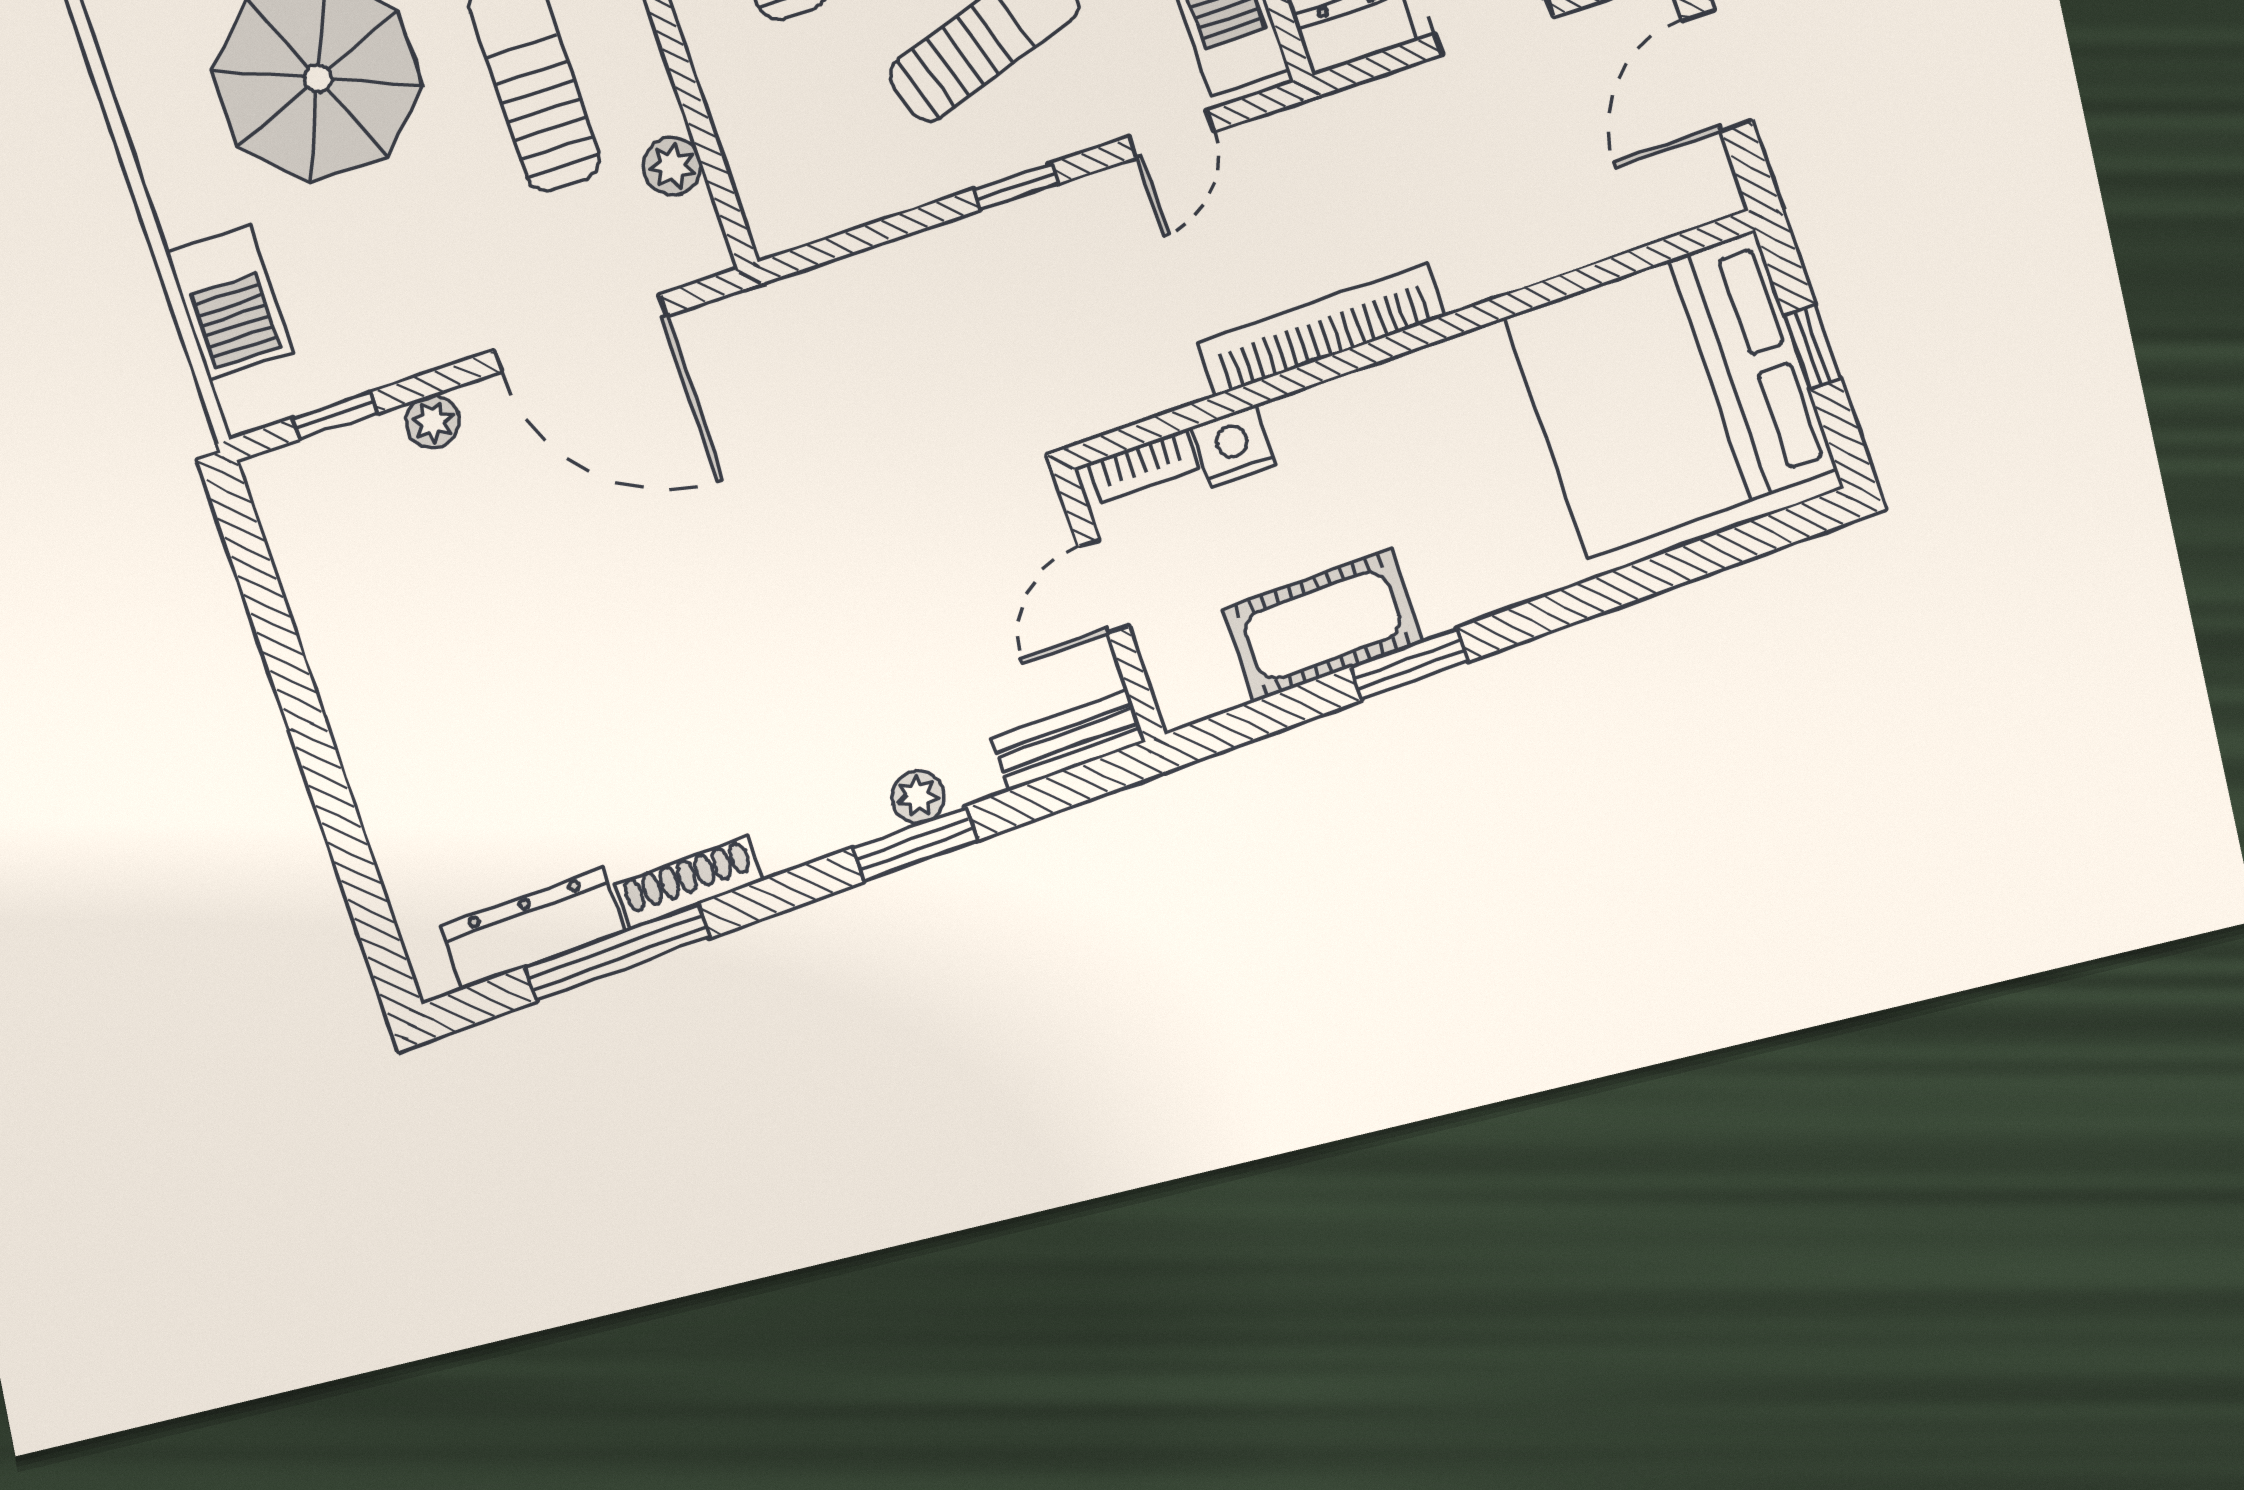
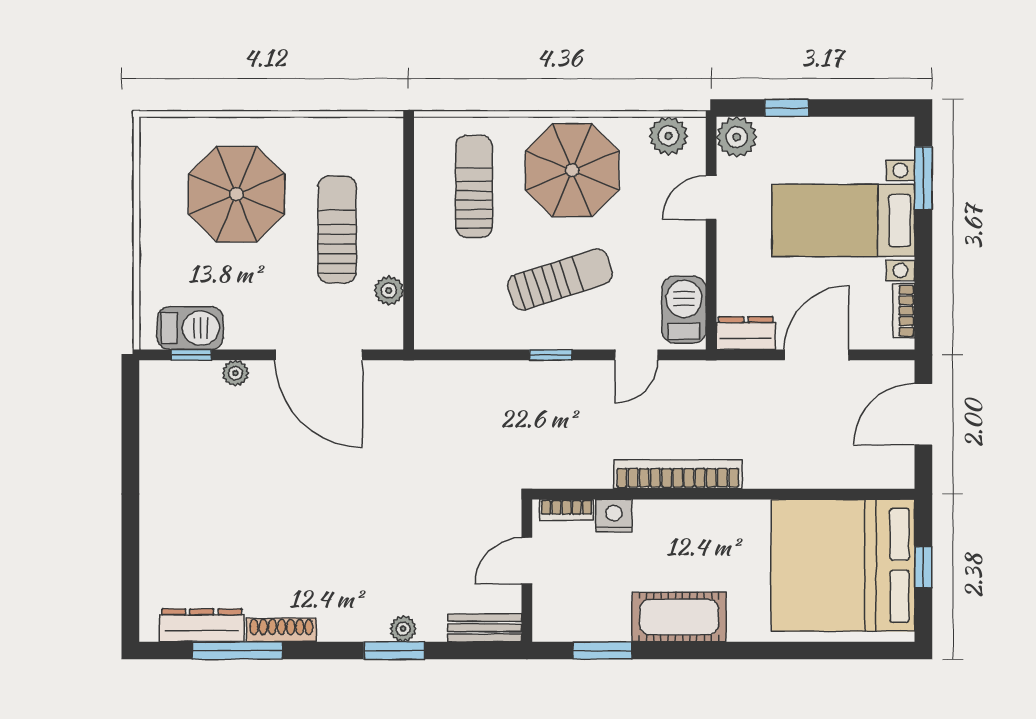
barbecue: (229, 302) -> (190, 328), moved, turned -90
cot: (1323, 625) -> (679, 617), moved
window: (1410, 664) -> (603, 651), moved

